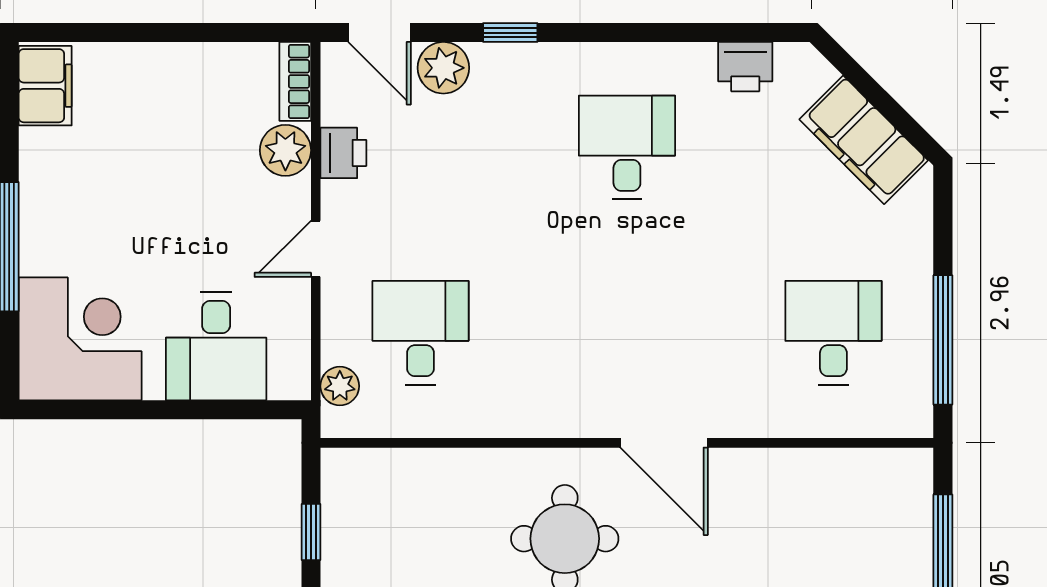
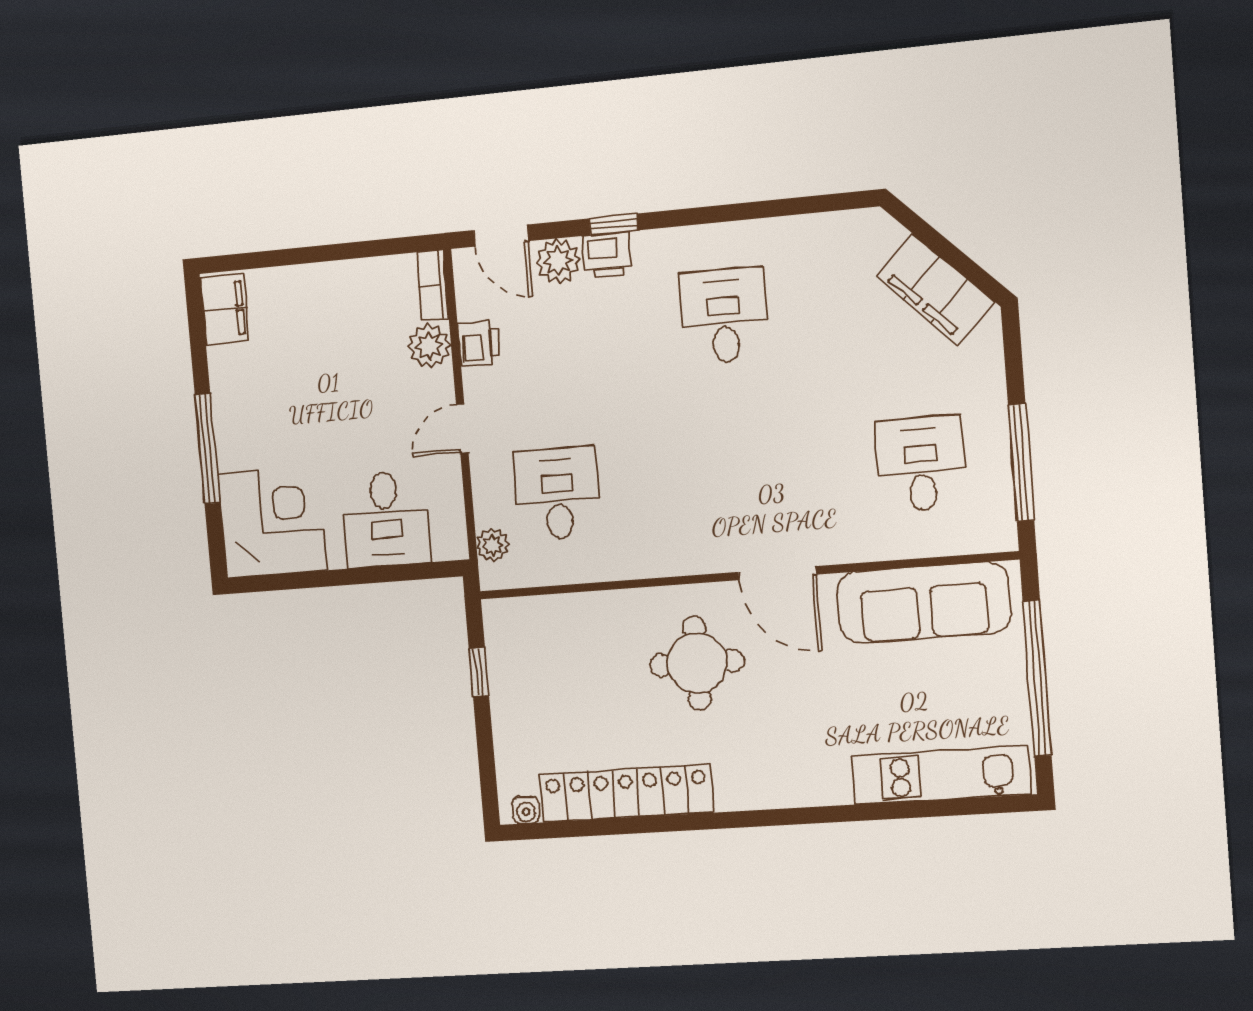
printer: (745, 67) -> (607, 255), moved
sofa: (825, 488) -> (924, 603), added

